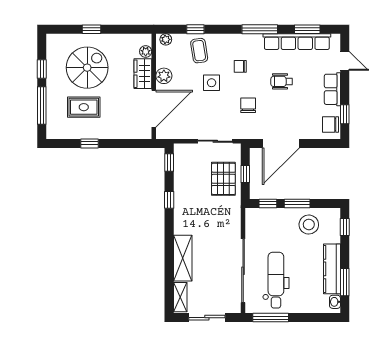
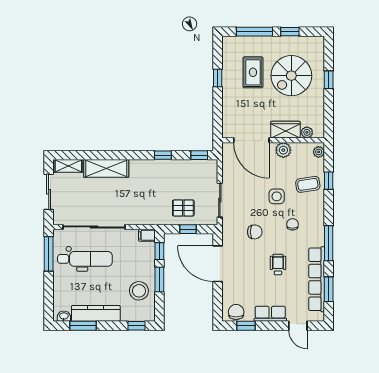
door: (345, 61) -> (298, 326), hinge flipped
spiral stairs: (87, 68) -> (291, 76), turned 90
pallet: (223, 179) -> (183, 208), width x0.67, depth x0.71
filing cabinet: (252, 216) -> (147, 235), added

